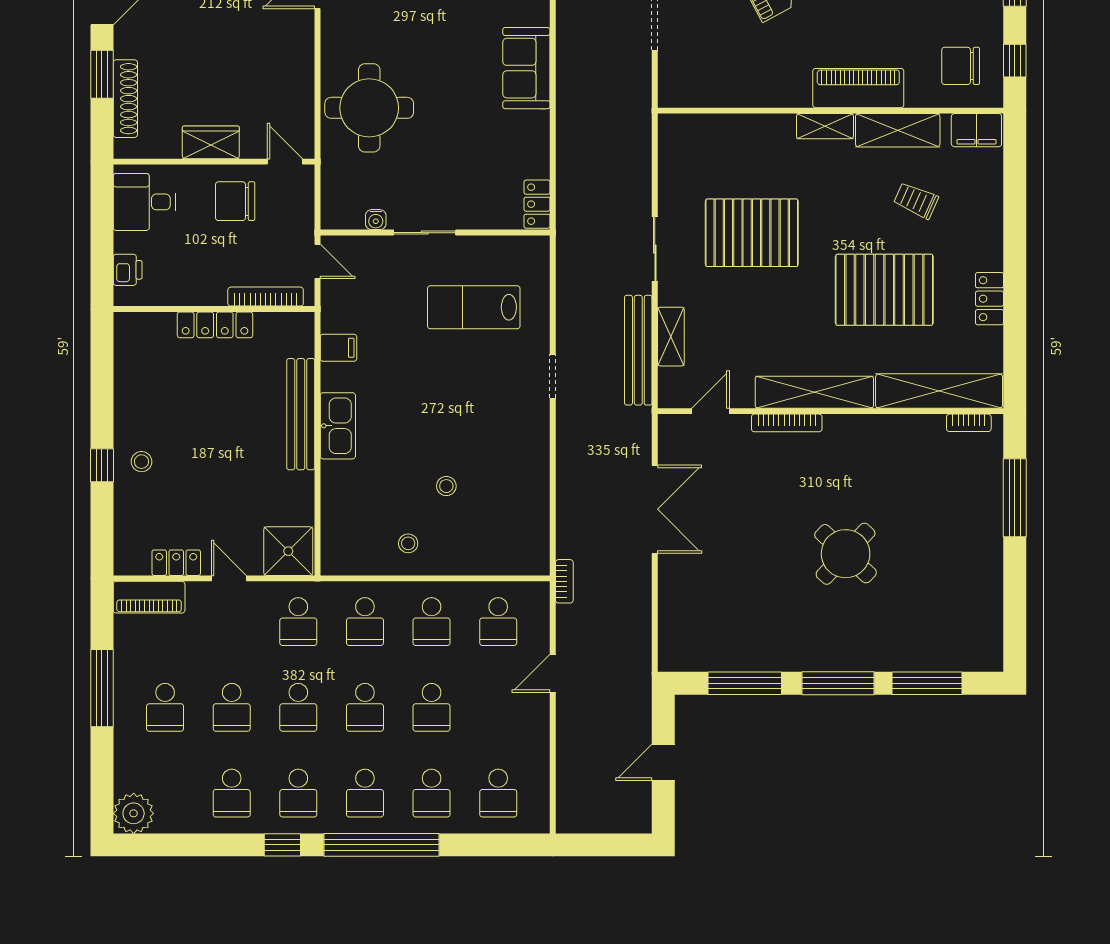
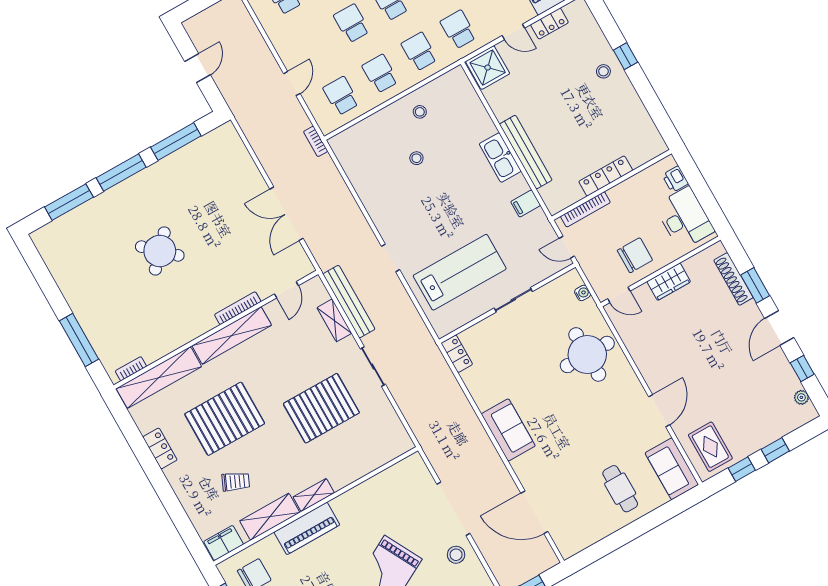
desk: (144, 202) -> (684, 218), width x1.37
water cooler: (376, 220) -> (583, 293), moved, turned 90
lab bench: (474, 307) -> (460, 272), width x1.36, depth x1.39

